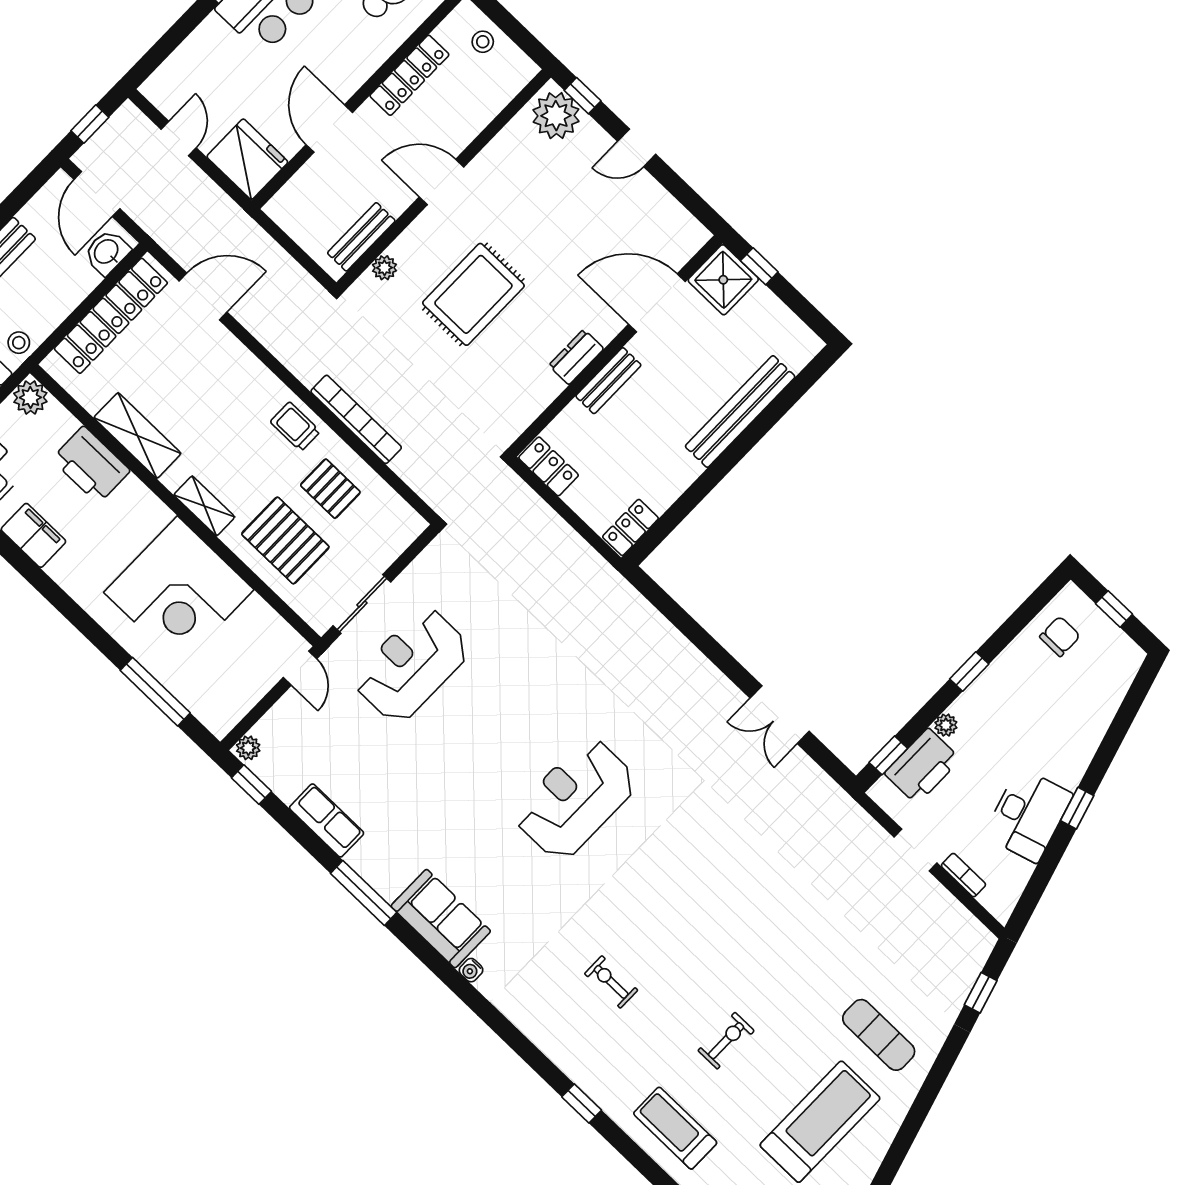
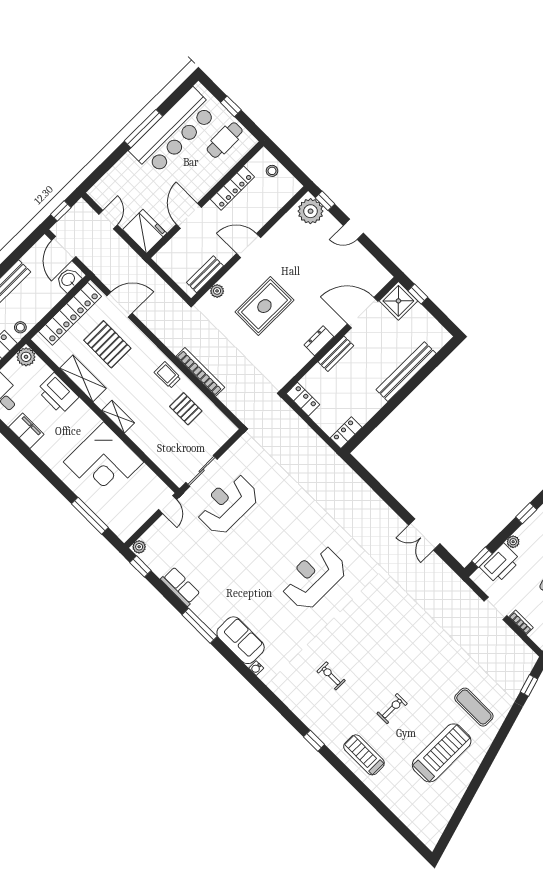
pallet: (285, 540) -> (107, 344), moved

